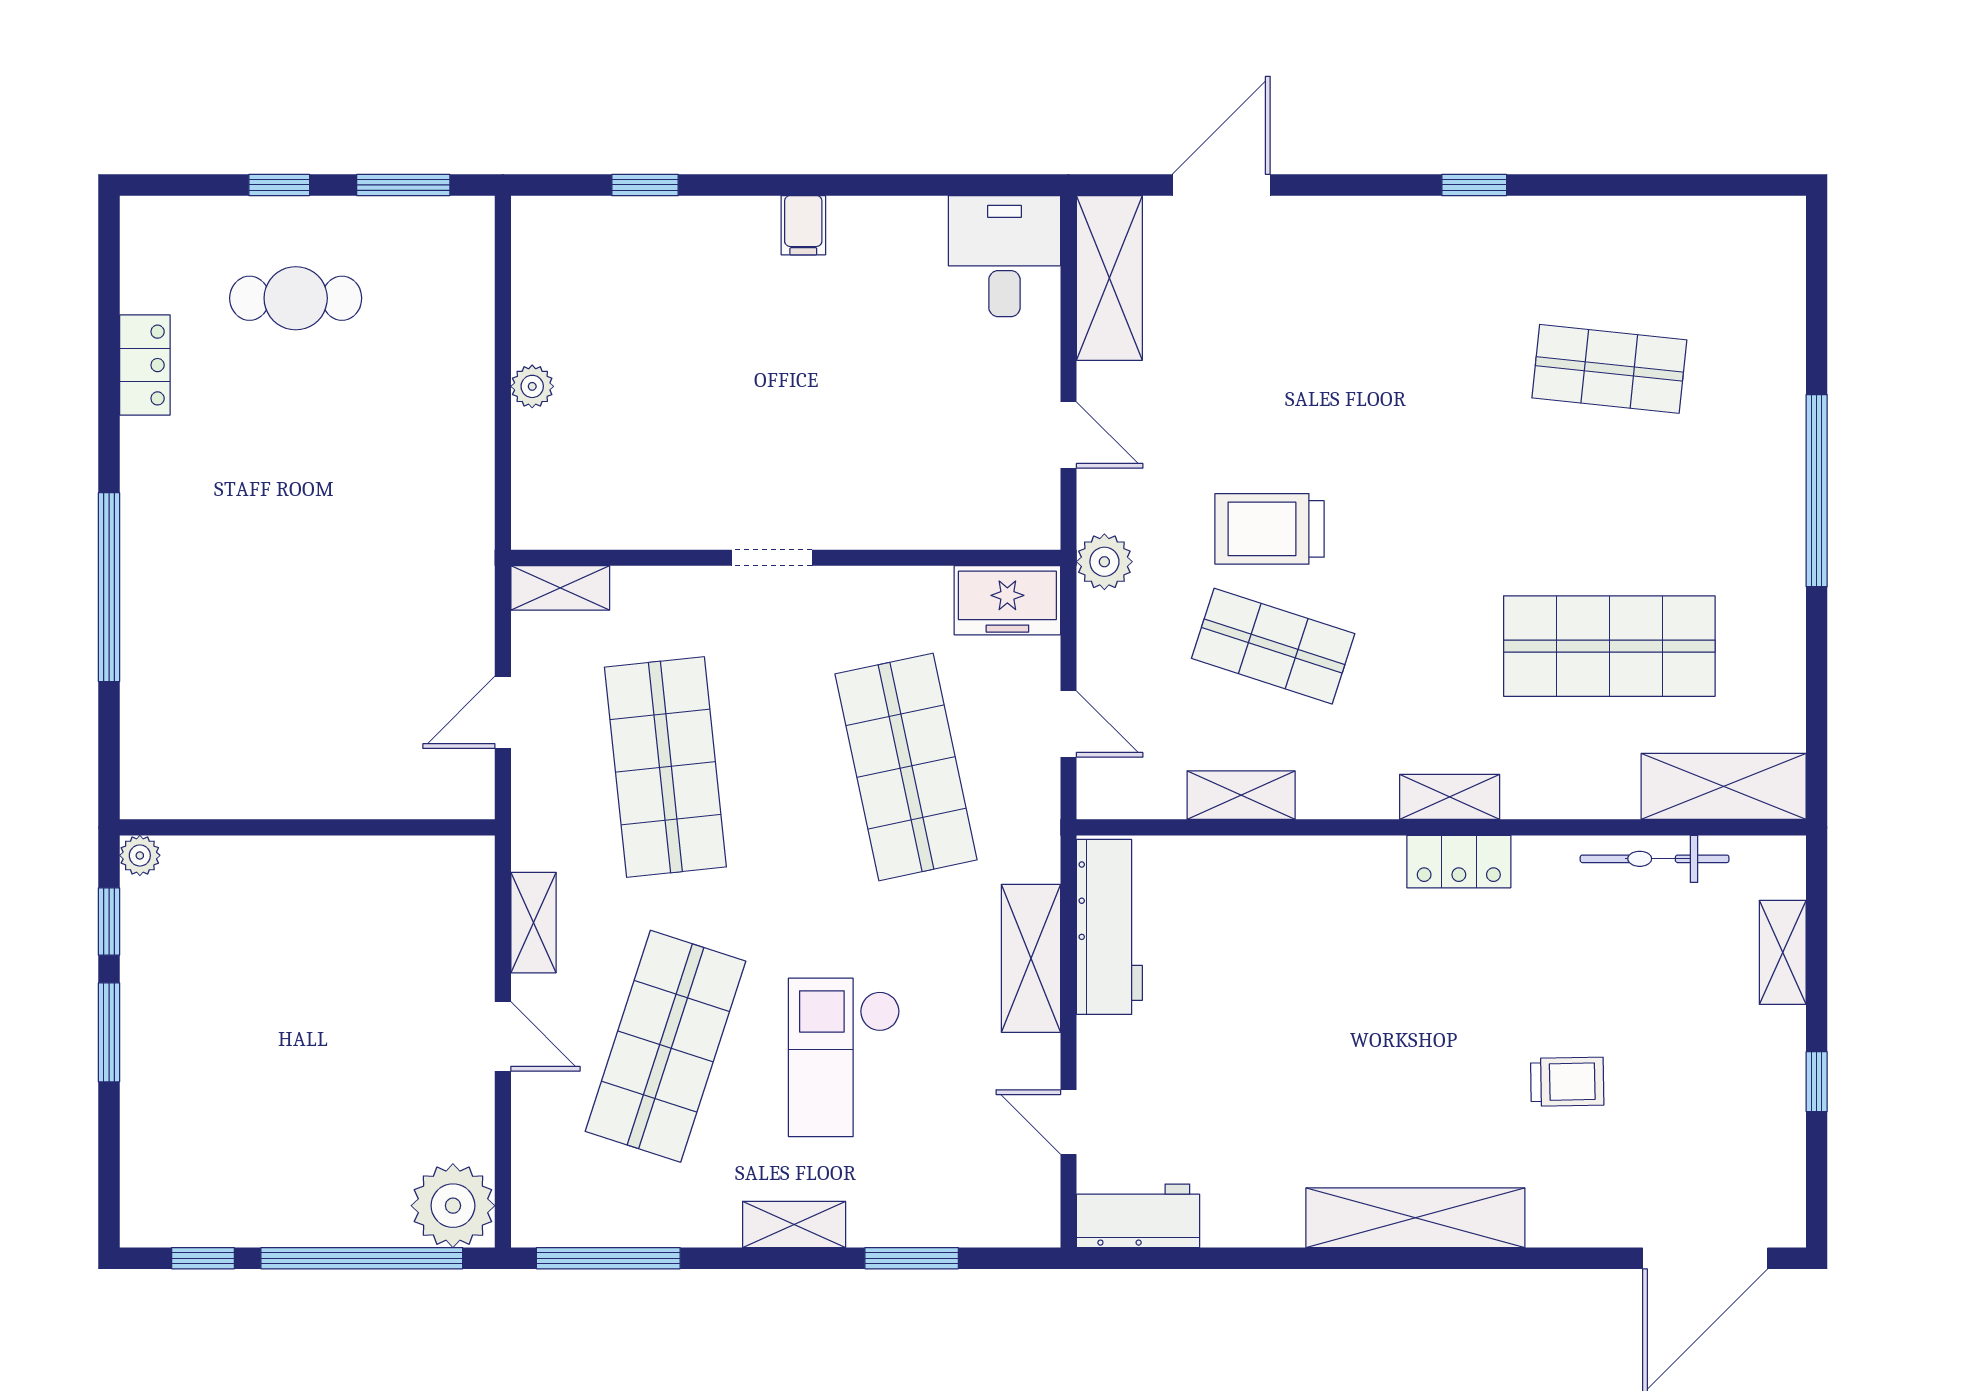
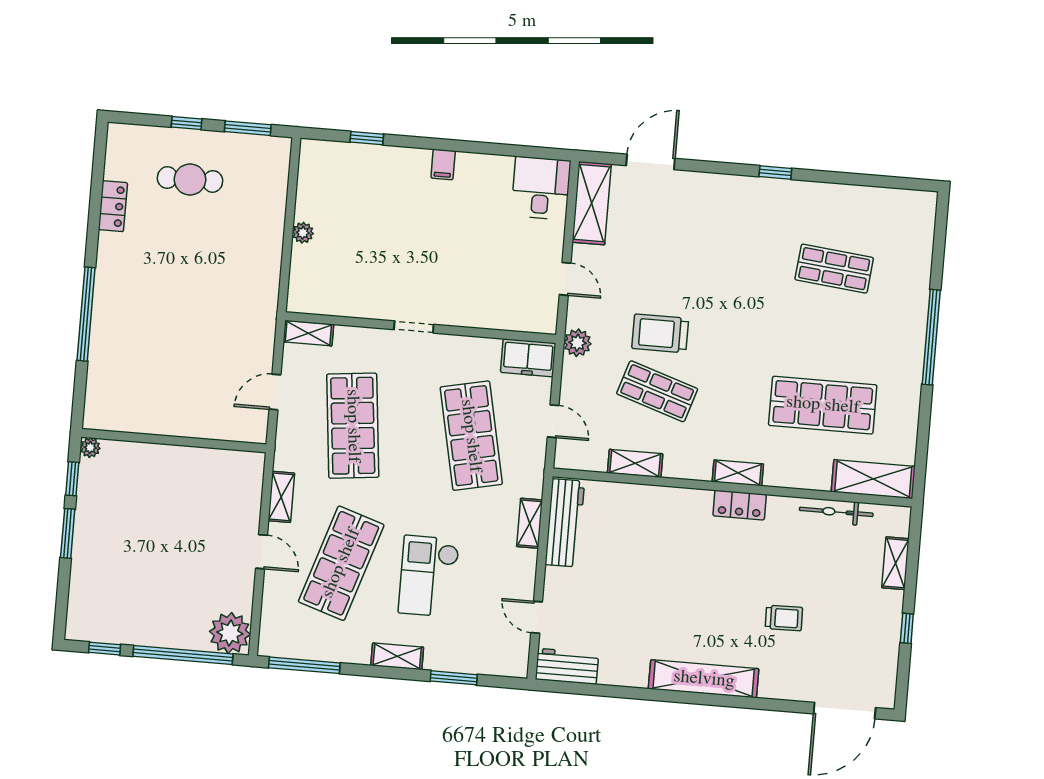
shelving: (1031, 958) -> (530, 523), width x0.67, depth x0.75

